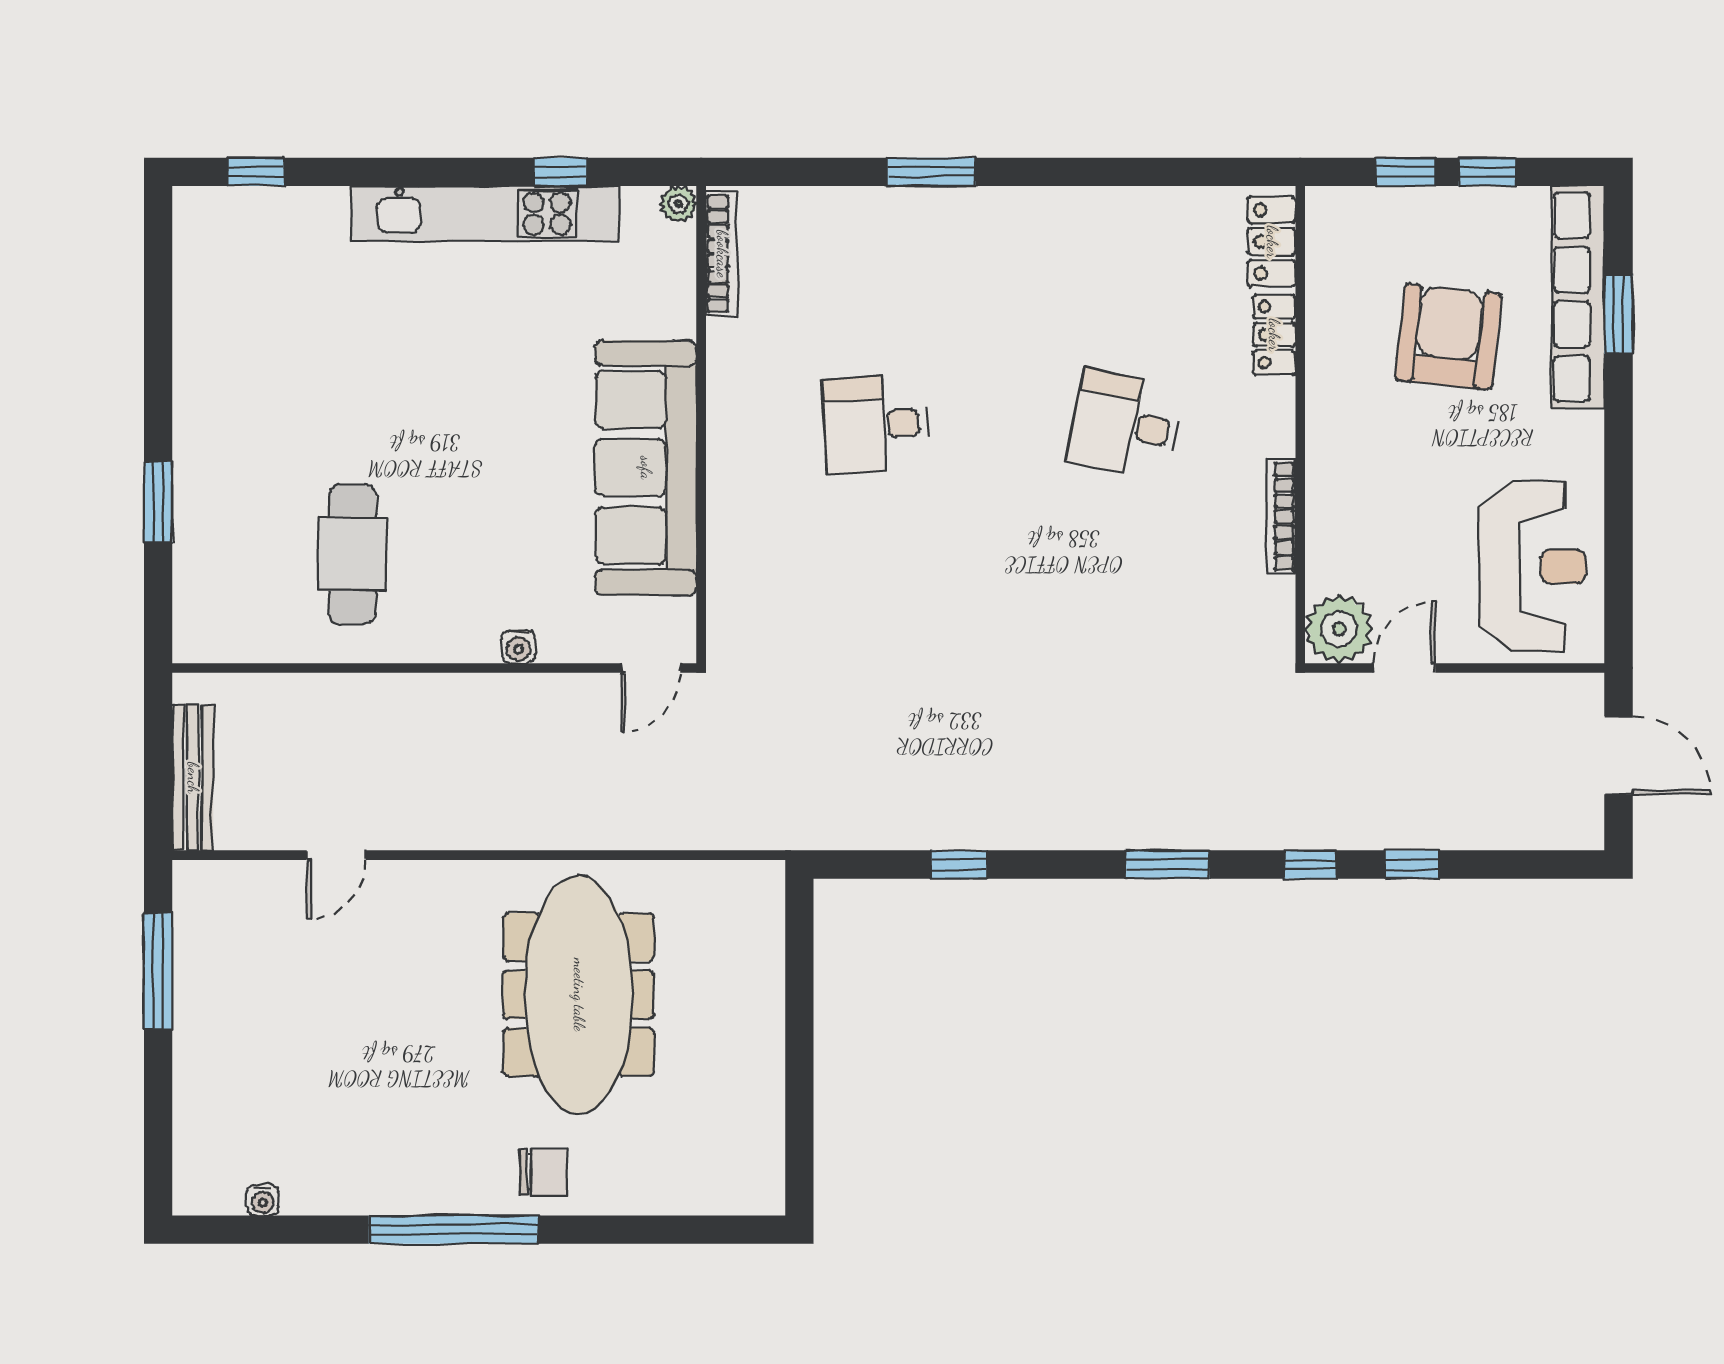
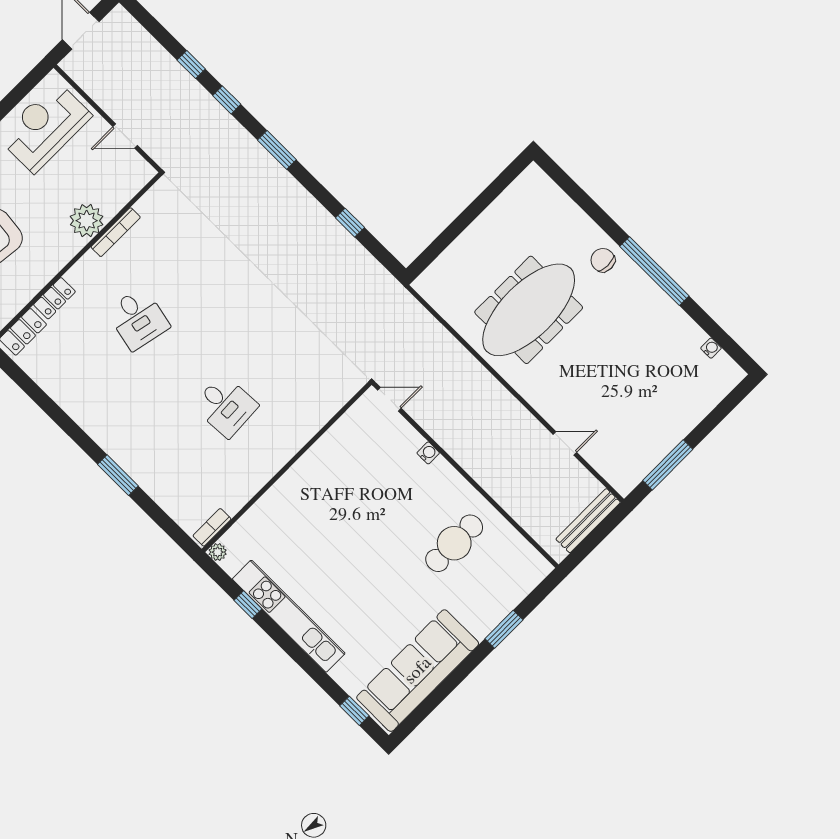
bookcase: (722, 254) -> (212, 527), width x0.64
sofa: (646, 468) -> (418, 671), moved, turned 180
plant: (1339, 629) -> (87, 221), moved

